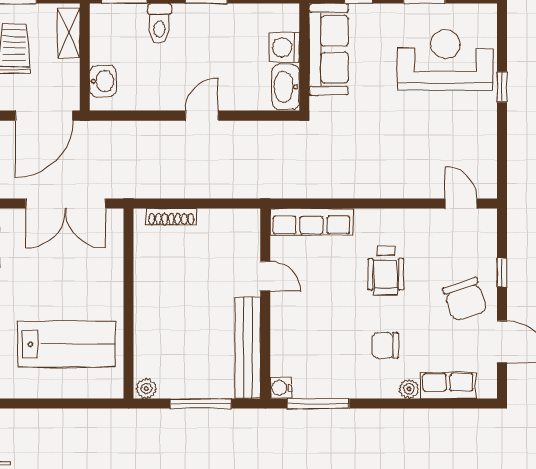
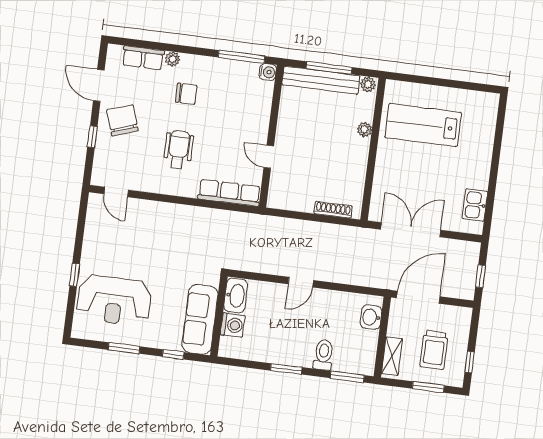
plant: (143, 328) -> (365, 130), added
bench: (248, 348) -> (321, 80), moved, turned 90

